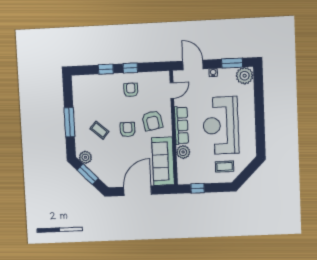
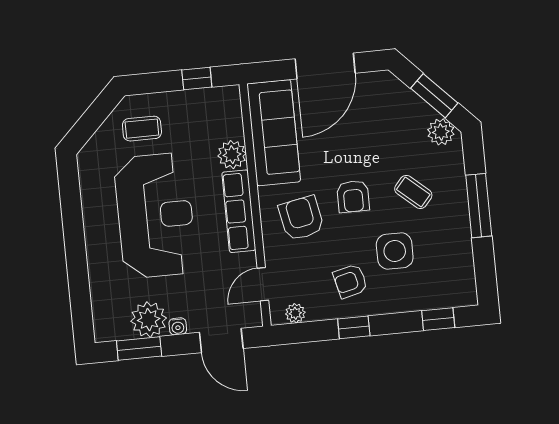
window: (106, 69) -> (438, 319), moved
plant: (157, 76) -> (295, 313), added
plant: (245, 76) -> (149, 320), moved
armchair: (131, 90) -> (350, 281), turned 76
side table: (109, 103) -> (395, 251), added

